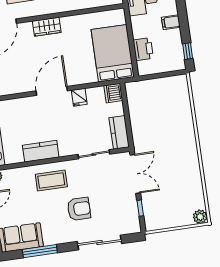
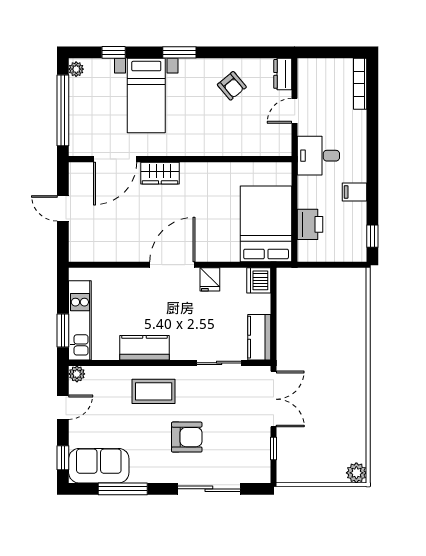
wardrobe: (47, 27) -> (160, 173), moved

